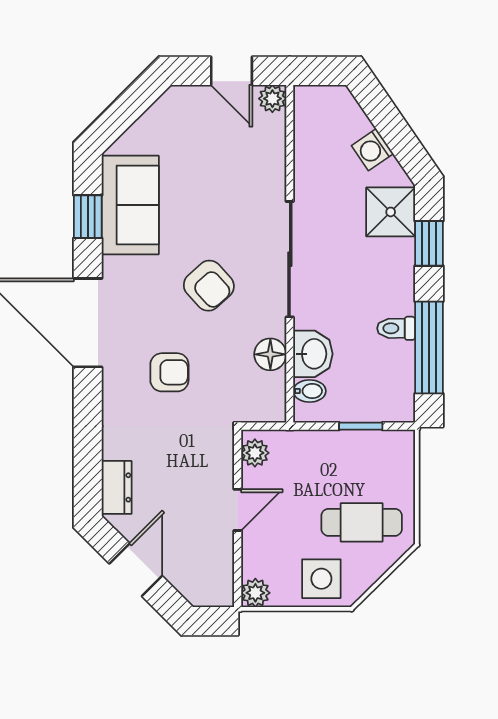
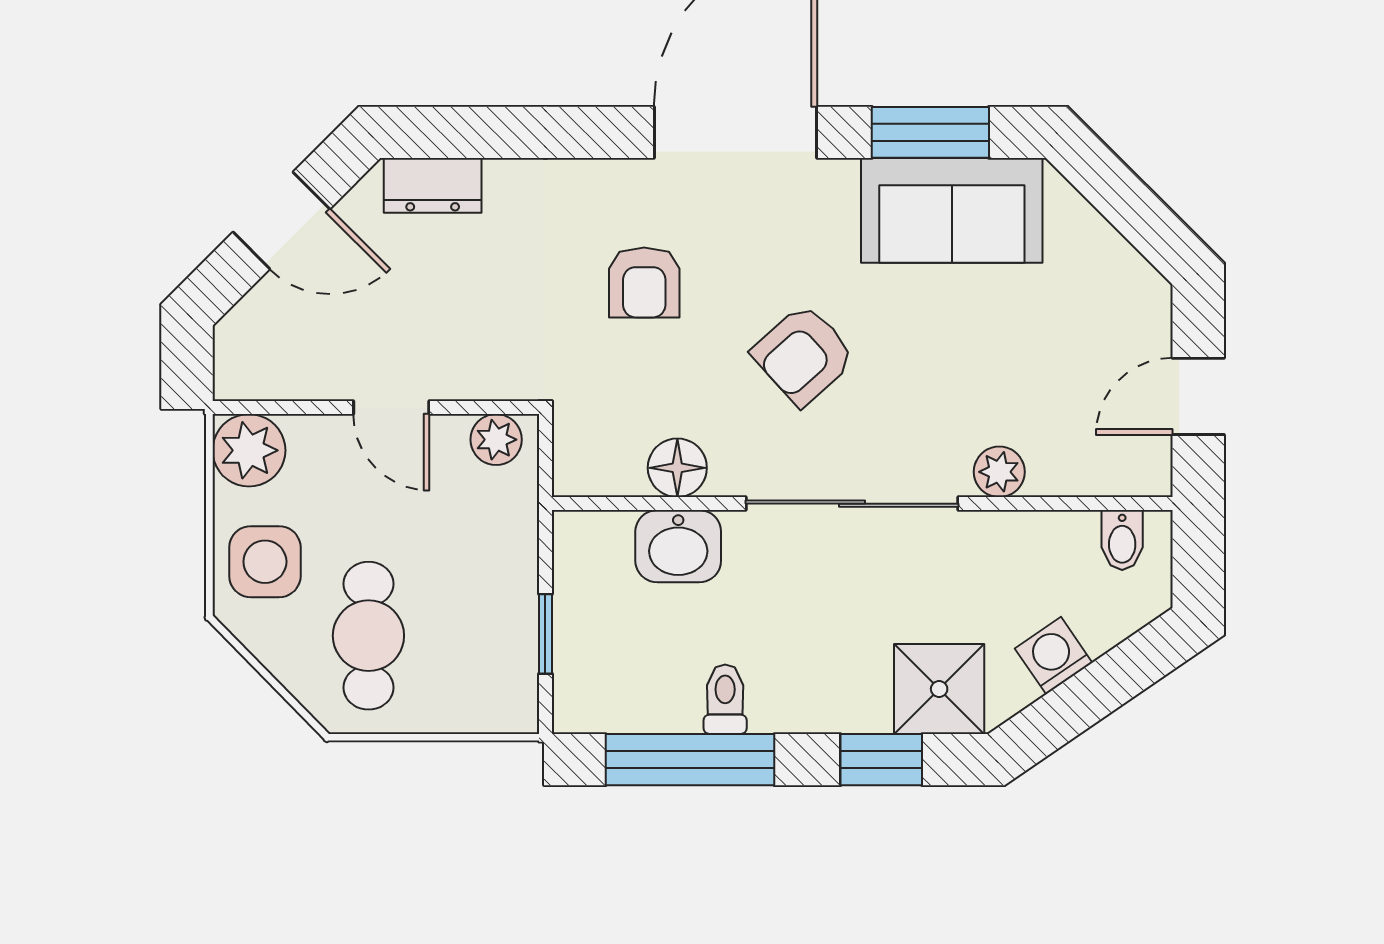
plant: (272, 99) -> (999, 472), moved
window: (88, 217) -> (930, 132), width x1.50
bidet: (310, 391) -> (1122, 540), moved
plant: (255, 593) -> (249, 450), width x1.38, depth x1.38

